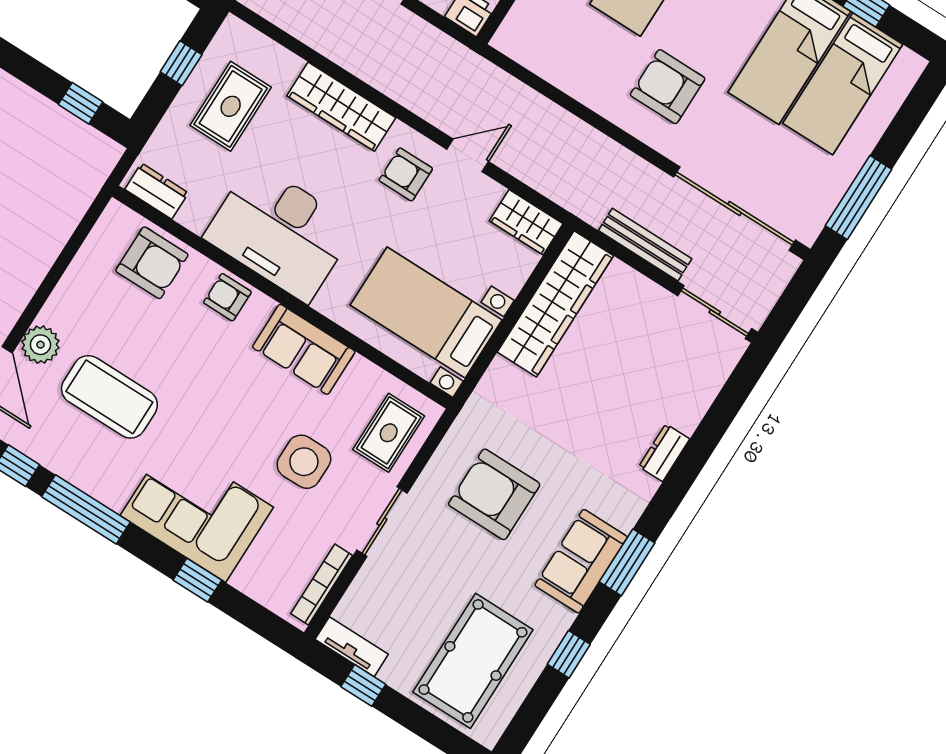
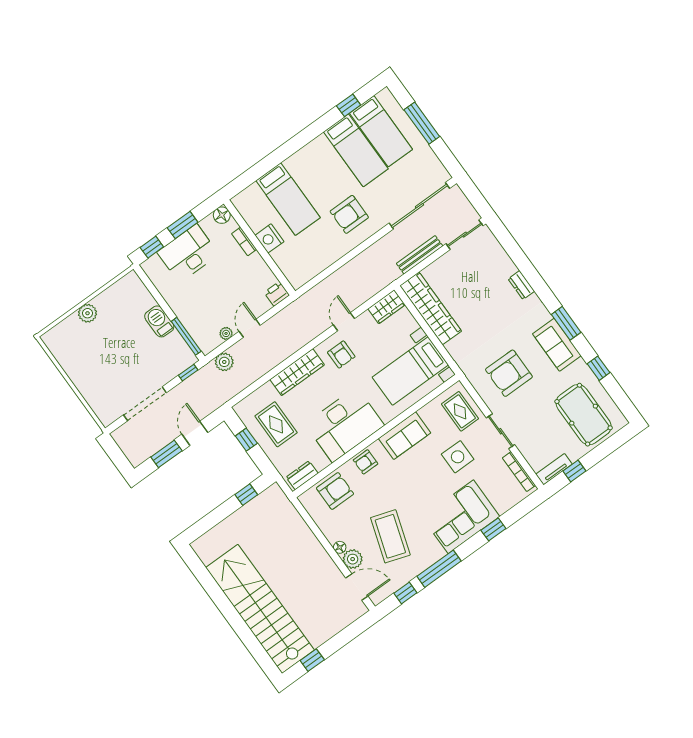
armchair: (406, 174) -> (341, 355), turned -90
window: (859, 198) -> (422, 123), moved
floor lamp: (52, 312) -> (340, 547), added
coffee table: (109, 397) -> (390, 536), turned -72

